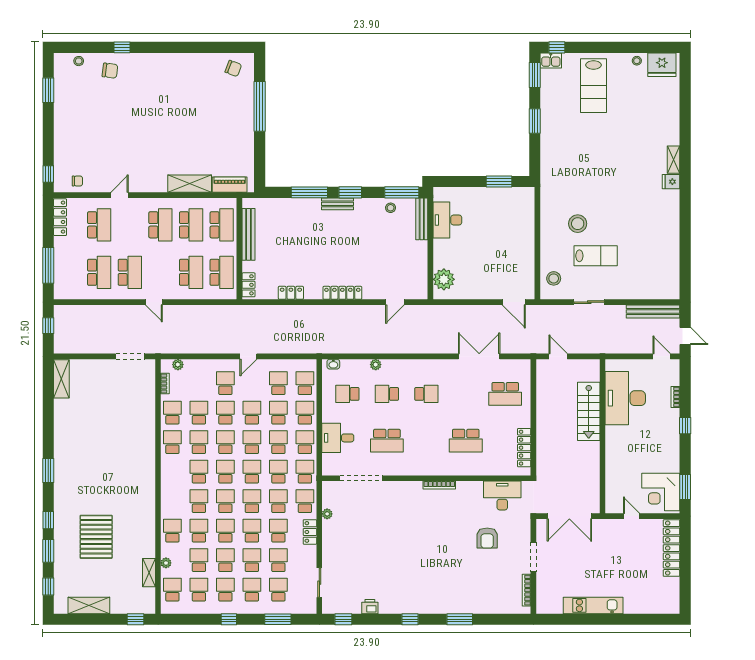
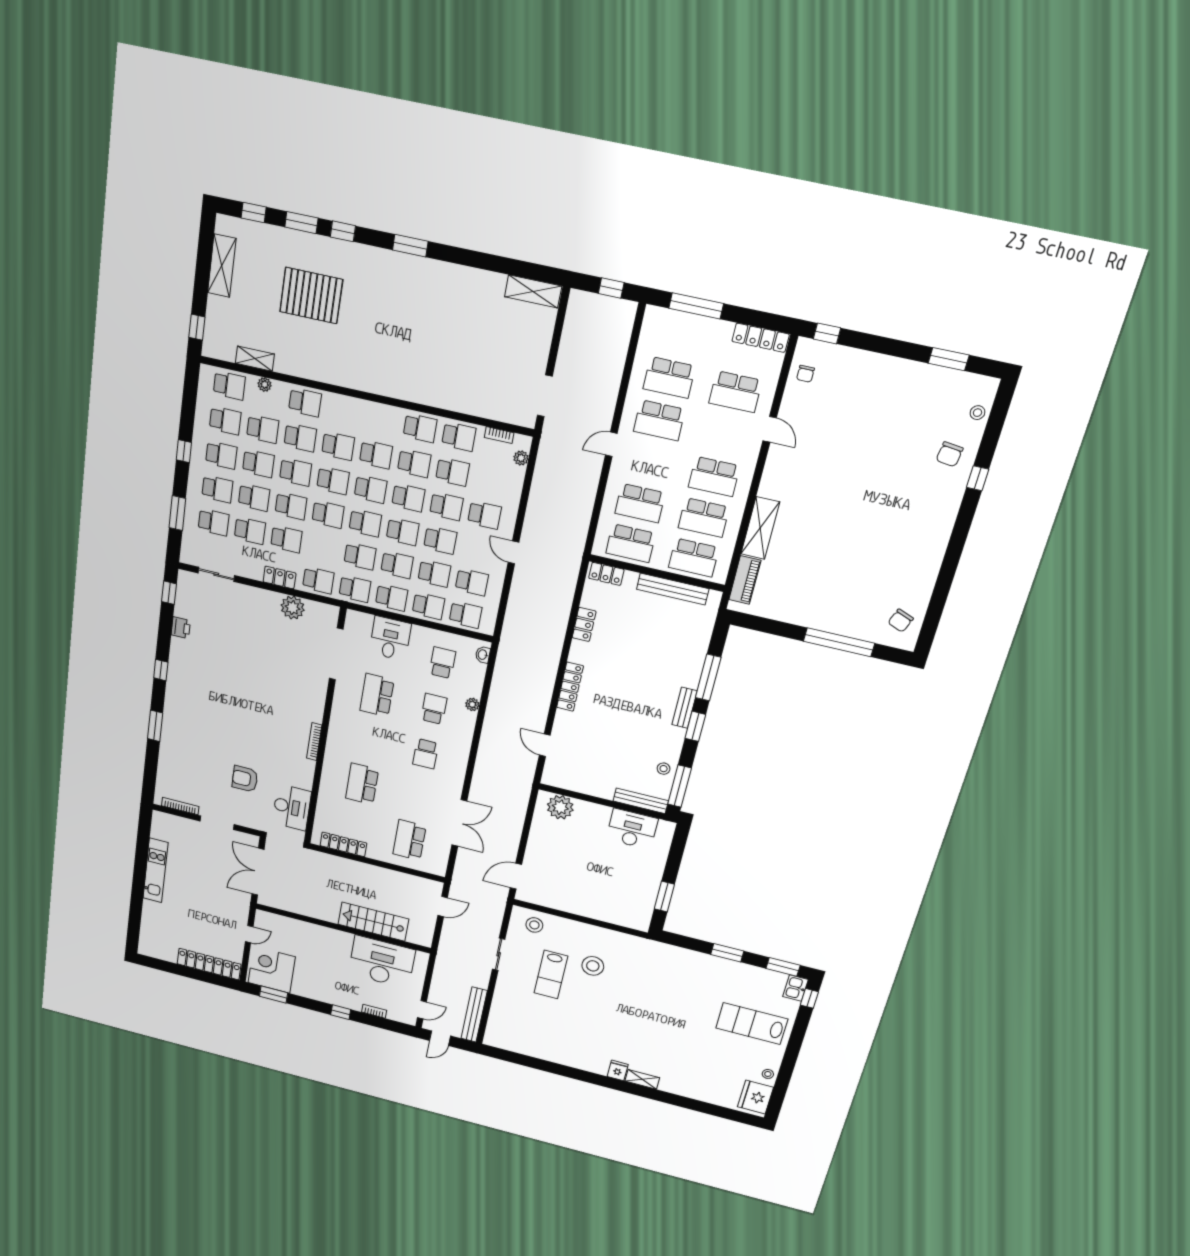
school desk: (278, 501) -> (323, 548), removed
plant: (327, 514) -> (293, 608), width x1.88, depth x1.88

